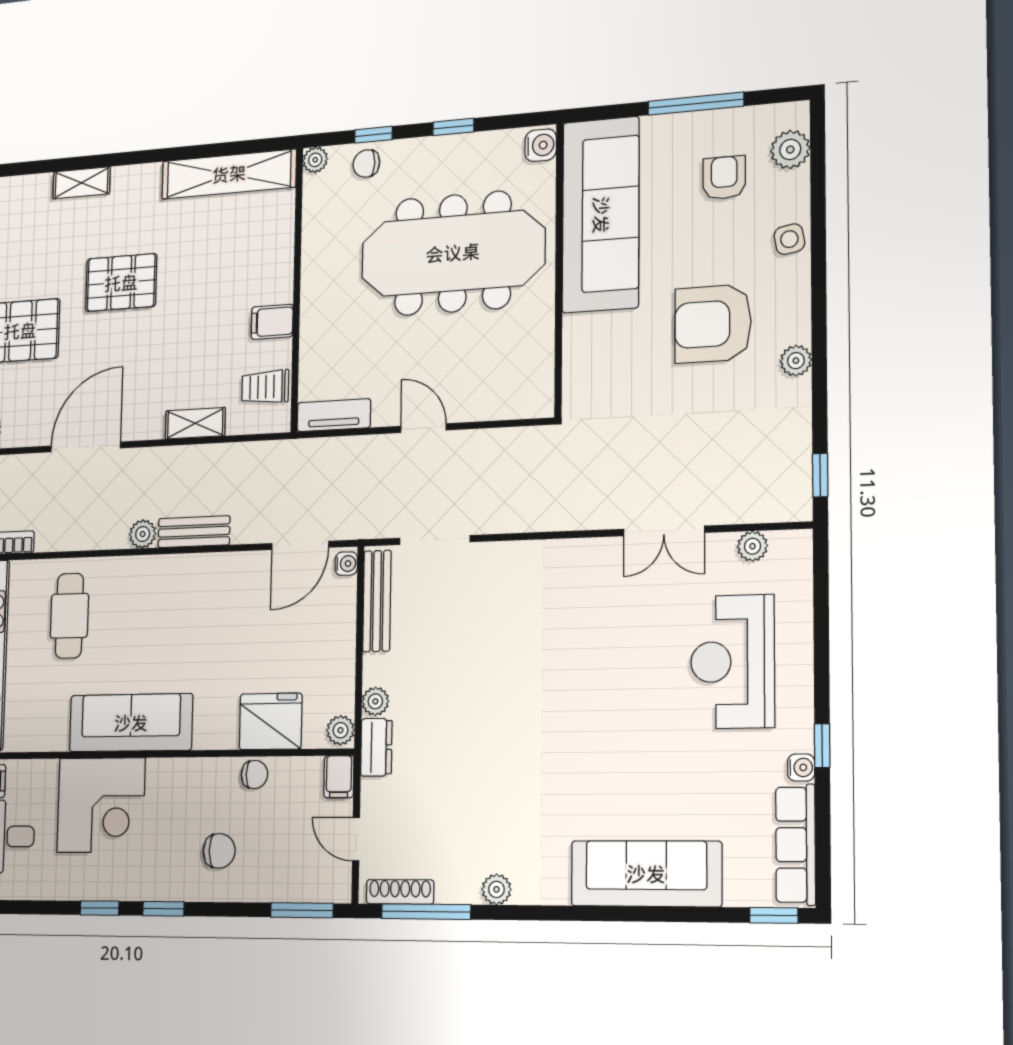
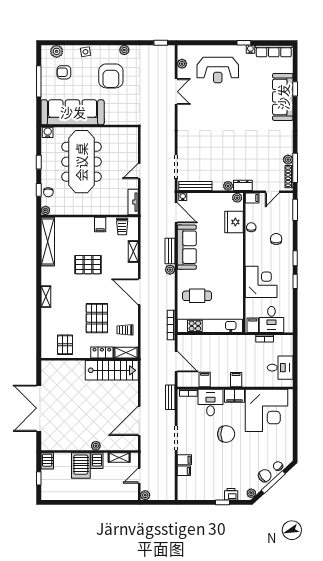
pallet: (121, 283) -> (88, 265), moved, turned 90
sofa: (131, 723) -> (187, 247), moved, turned 180
plant: (496, 889) -> (288, 160), moved
window: (774, 915) -> (295, 89), moved

